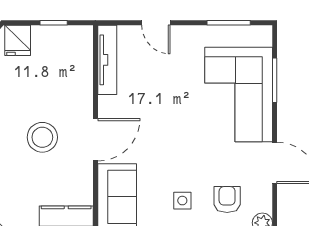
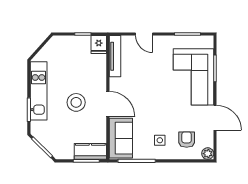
fridge: (18, 40) -> (99, 45), moved
door: (95, 140) -> (108, 104), hinge flipped

